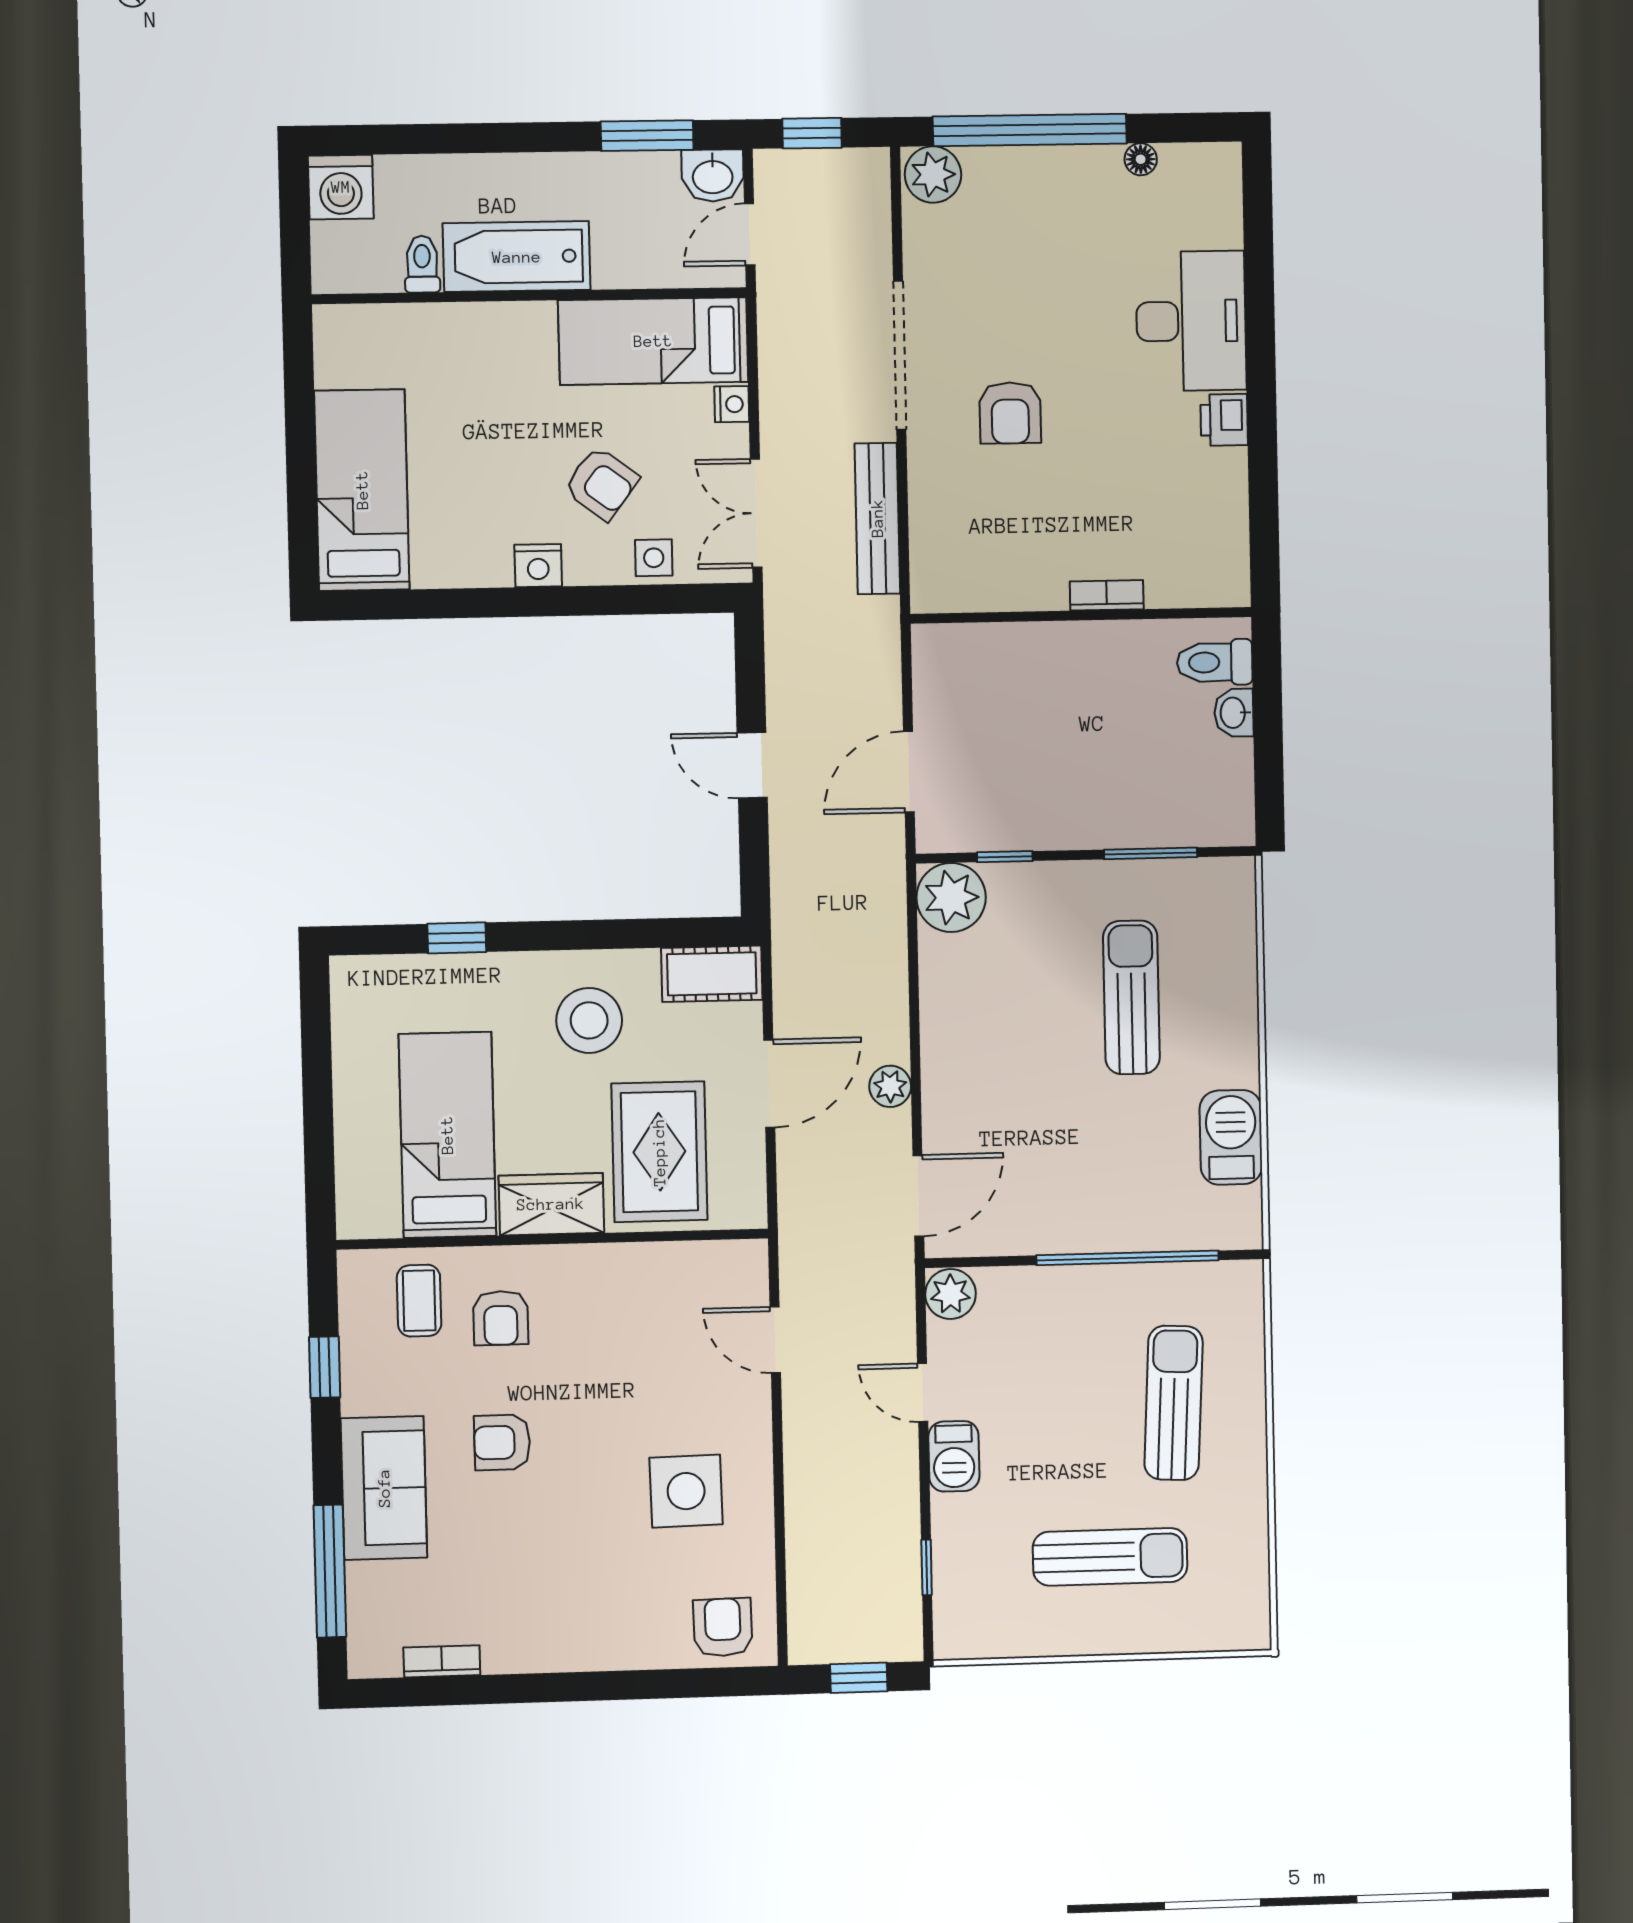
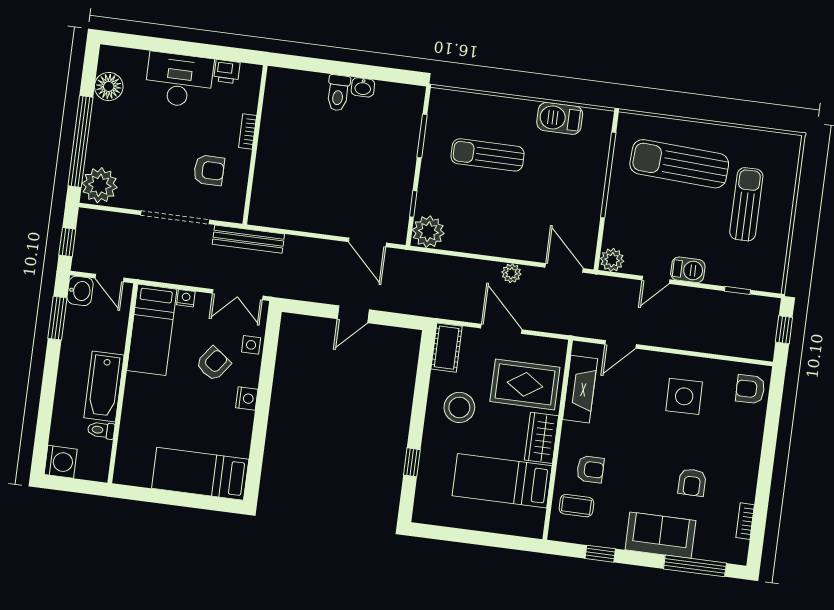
floor lamp: (1141, 159) -> (109, 86), width x1.89, depth x1.89
plant: (933, 175) -> (100, 185), width x1.36, depth x1.36
bookcase: (1107, 595) -> (248, 132), moved
wall: (1081, 615) -> (255, 145), moved
fireplace: (667, 1270) -> (580, 389), added
sun lounger: (1174, 1403) -> (679, 164), width x1.36, depth x1.34
armchair: (502, 1442) -> (692, 482), moved

